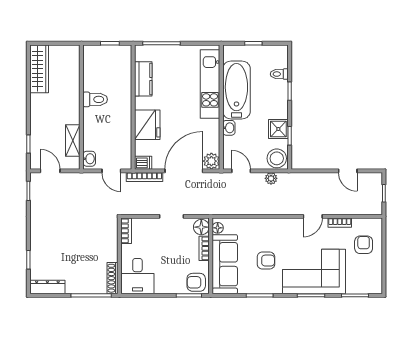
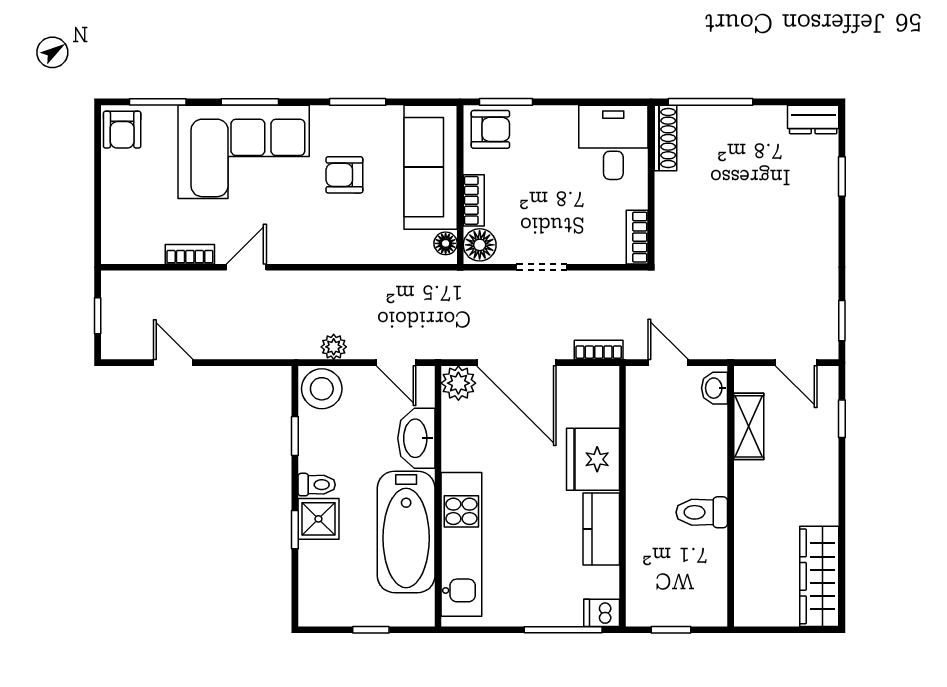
toilet: (279, 74) -> (317, 485), moved
kitchen counter: (143, 79) -> (601, 529), moved
washbasin: (229, 128) -> (416, 438), width x1.91, depth x1.45
shower: (278, 129) -> (318, 519), moved
dishwasher: (143, 163) -> (602, 613), moved
door: (184, 171) -> (516, 363), hinge flipped
bookcase: (144, 177) -> (599, 350), width x0.64
armchair: (364, 245) -> (122, 130), moved
dresser: (47, 287) -> (813, 119), width x0.70

